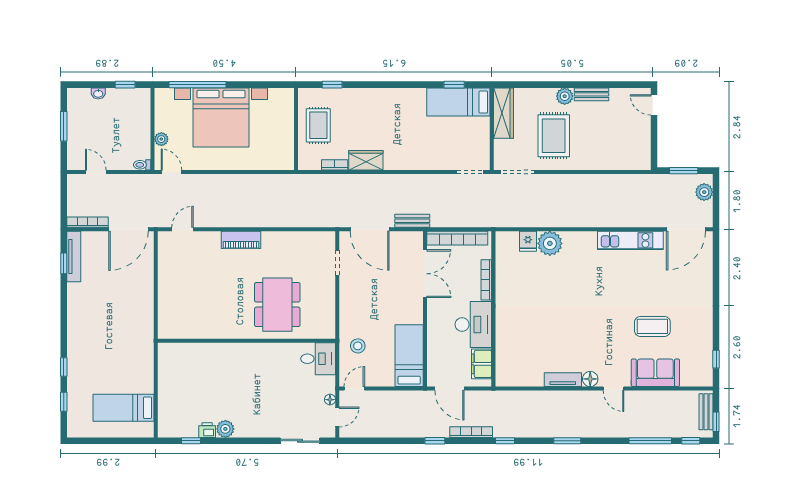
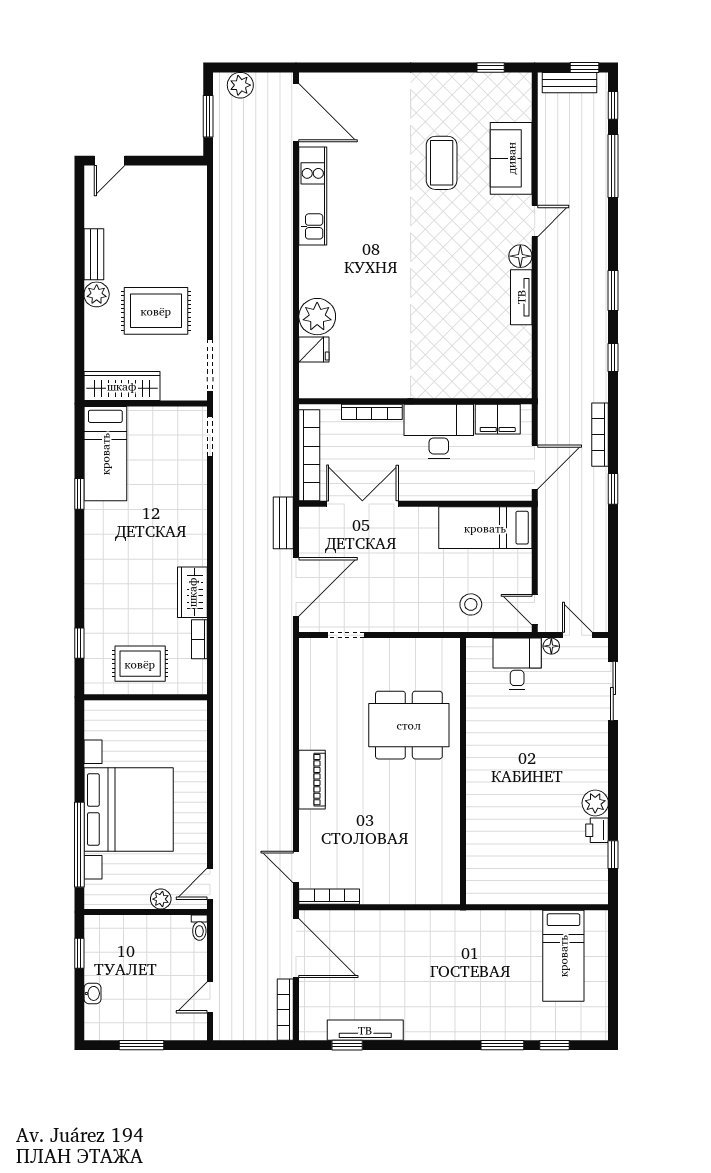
window: (454, 85) -> (79, 494), moved
bookcase: (163, 251) -> (329, 897), added
tv unit: (74, 257) -> (365, 1030), moved
desk: (318, 359) -> (517, 664), moved
window: (64, 367) -> (502, 1045), width x1.50
window: (505, 441) -> (613, 358), moved

